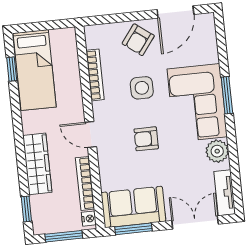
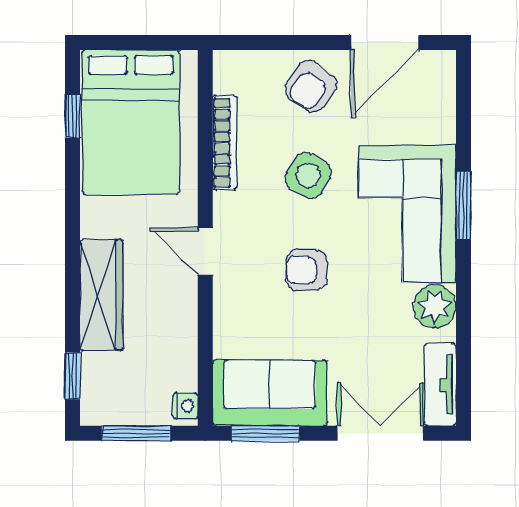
bed: (35, 70) -> (131, 122), width x1.50
side table: (142, 88) -> (308, 175), turned 32
bookcase: (85, 183) -> (185, 340), removed

